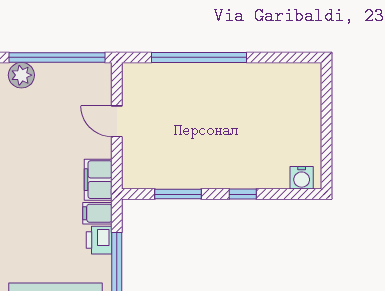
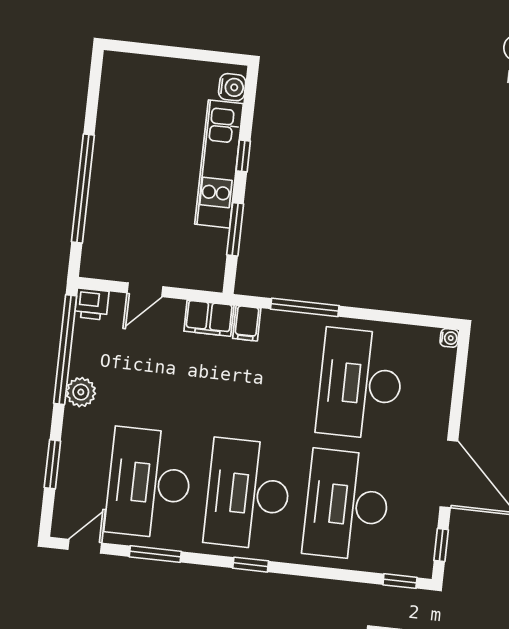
kitchen unit: (233, 174) -> (219, 164), added
printer: (99, 240) -> (92, 304), moved

